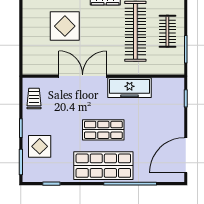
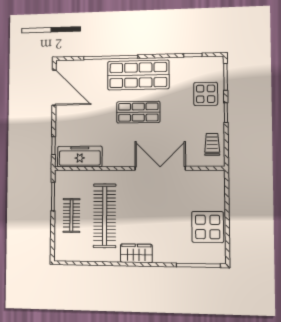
display table: (65, 26) -> (208, 227), moved
double door: (83, 76) -> (160, 168), swing flipped
freezer: (130, 88) -> (80, 157), moved
trolley: (34, 98) -> (212, 144), turned 180
door: (186, 155) -> (54, 88), hinge flipped

